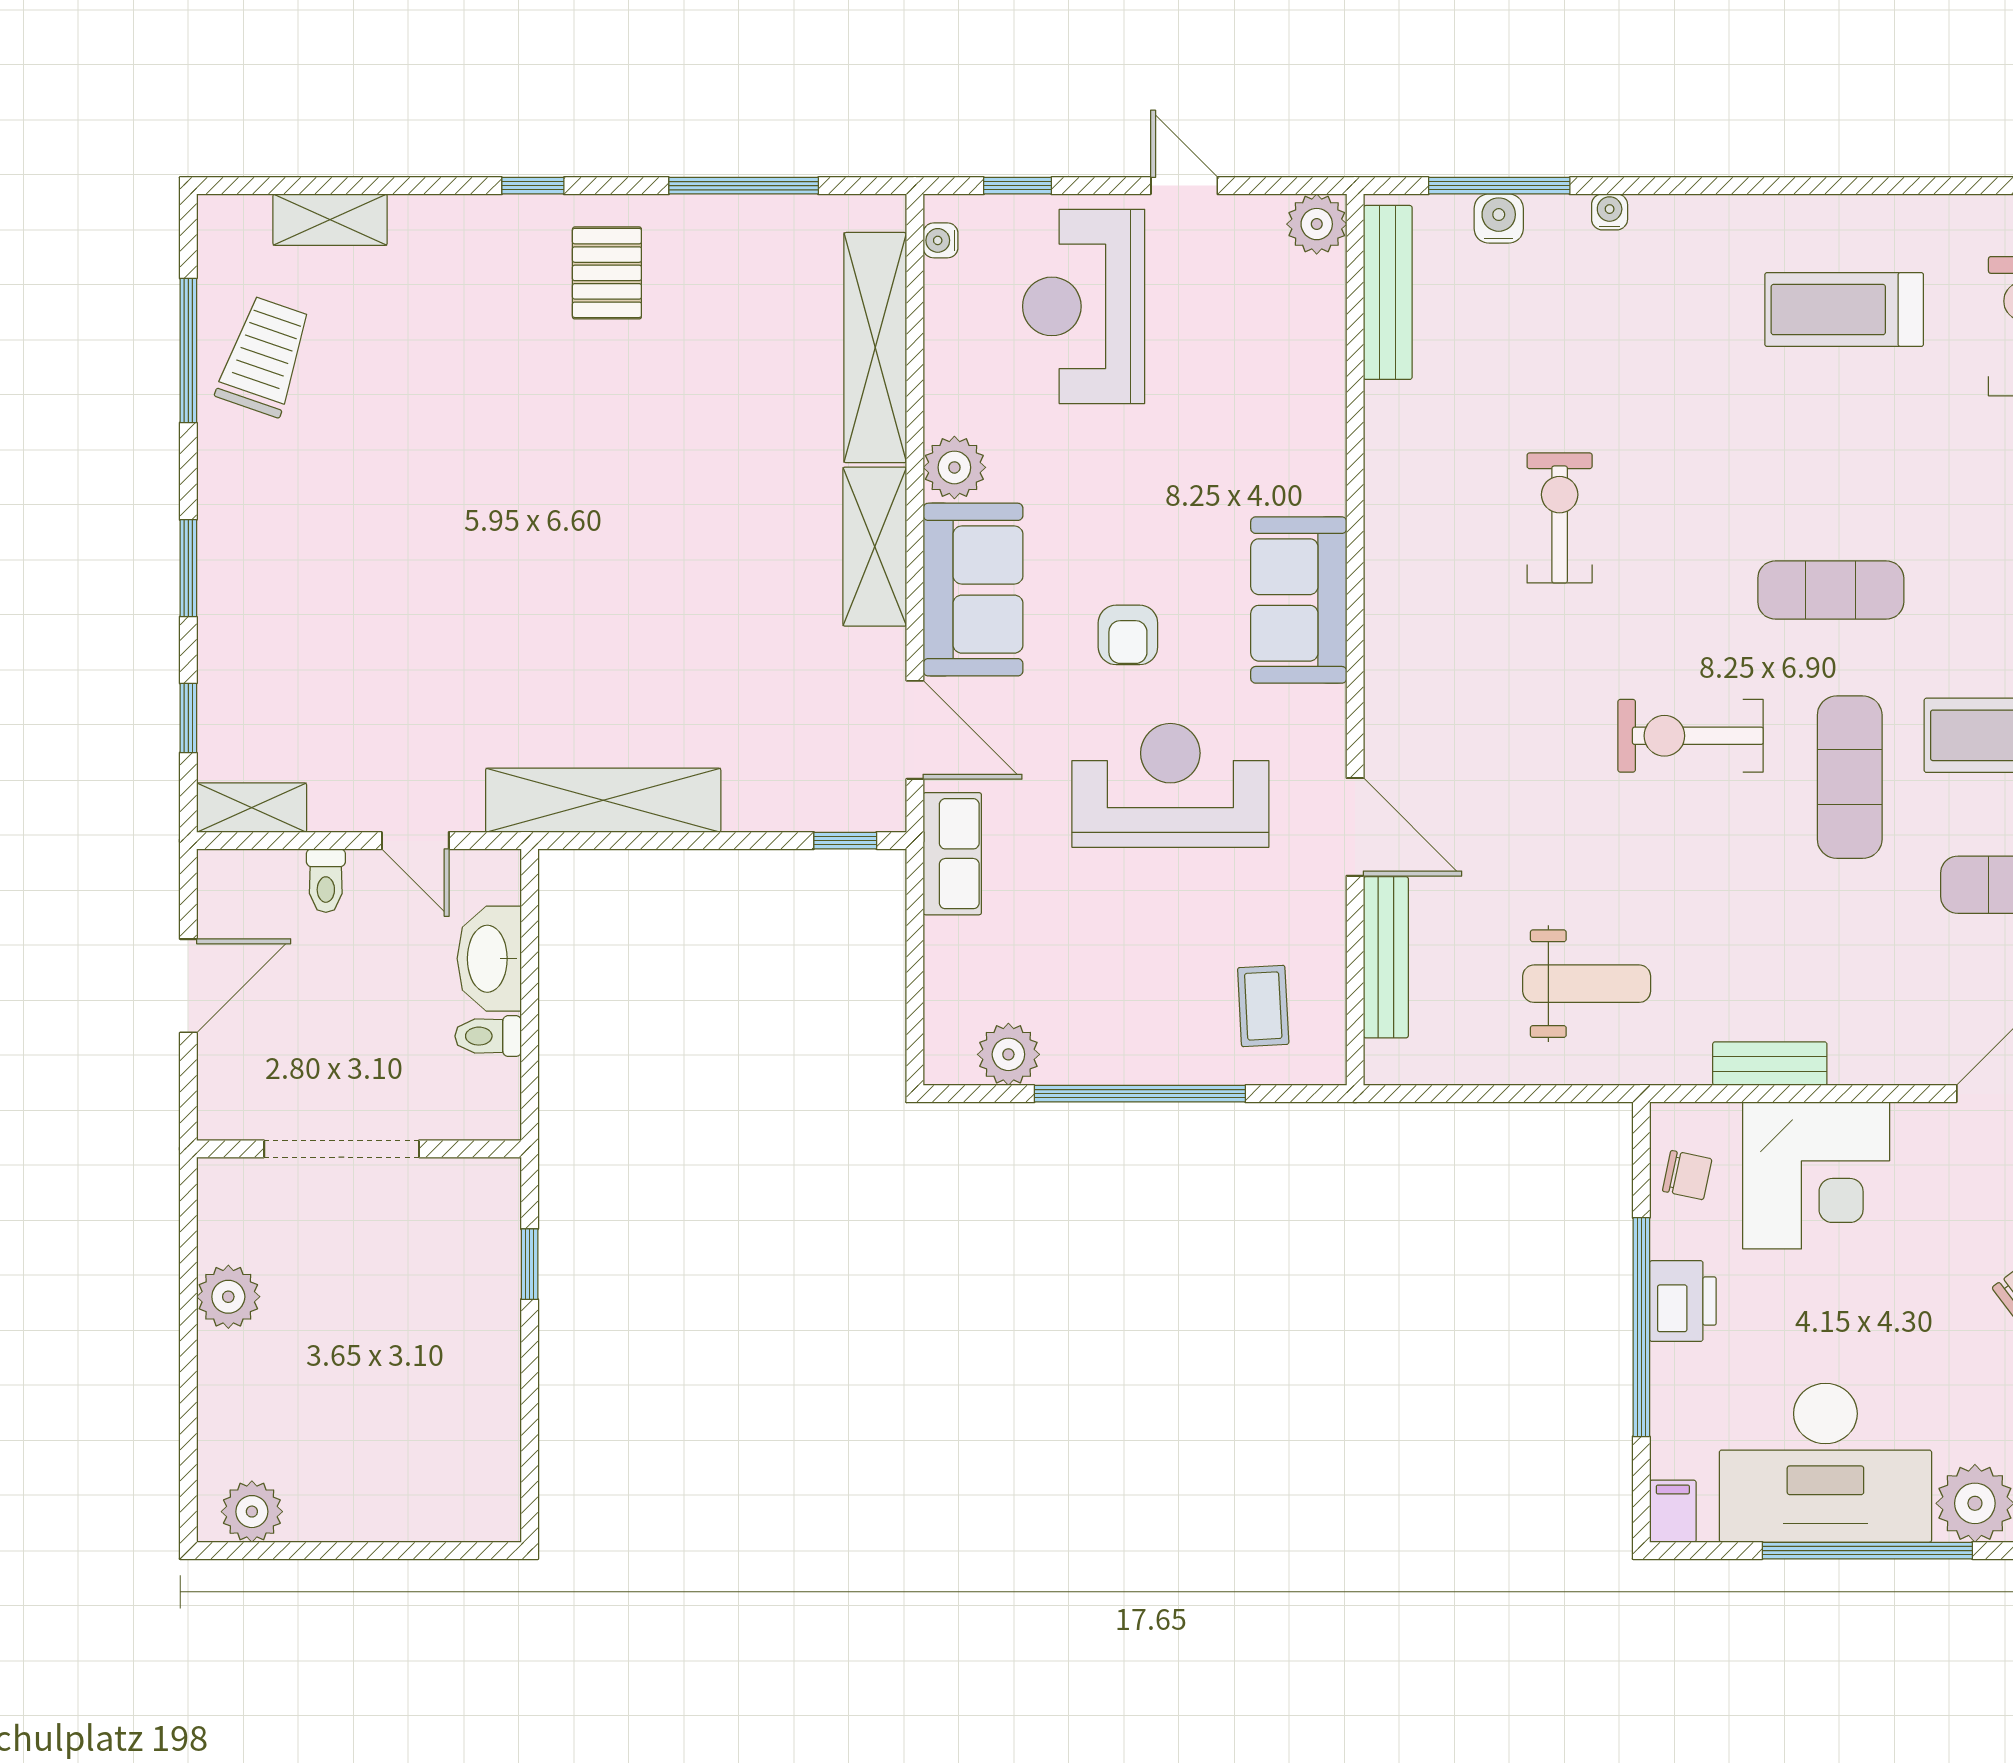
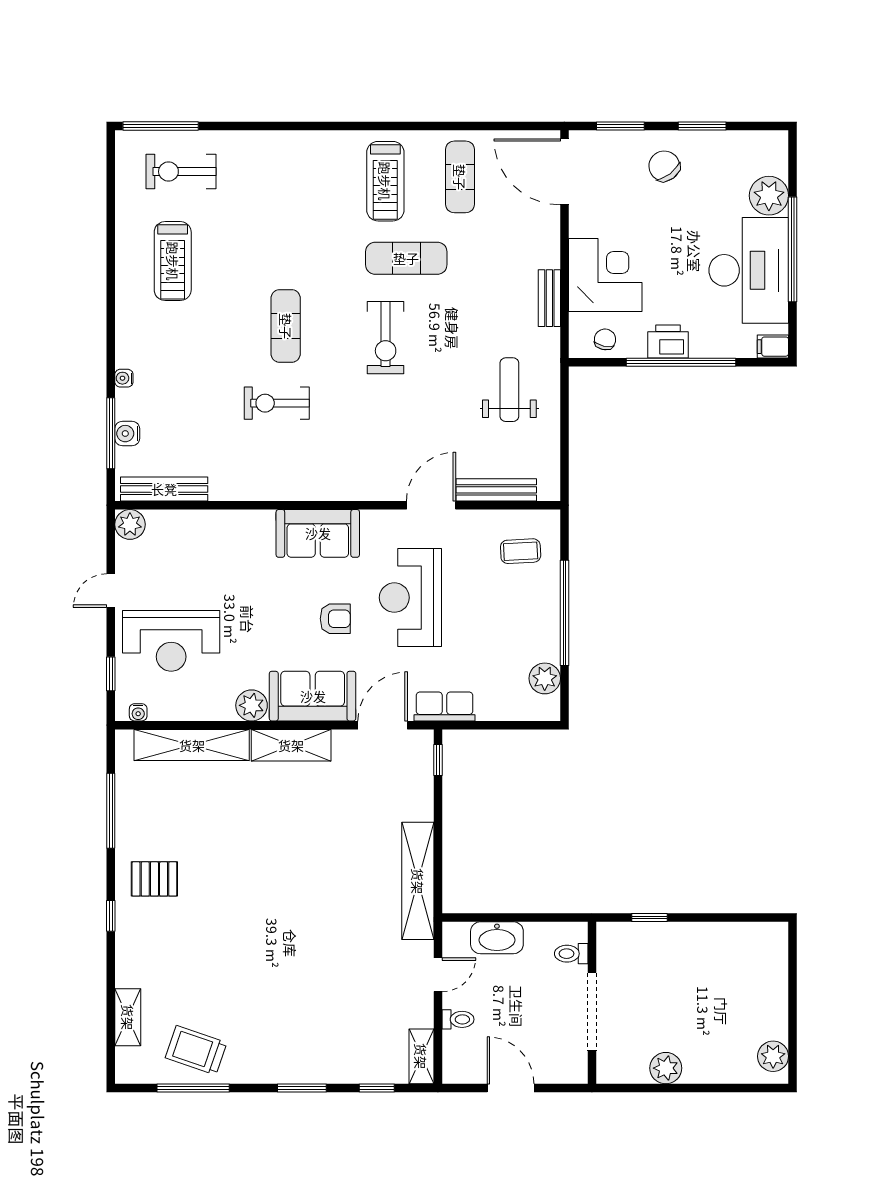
exercise mat: (1831, 590) -> (286, 326), moved
toilet: (488, 1036) -> (571, 954), moved, turned 90

